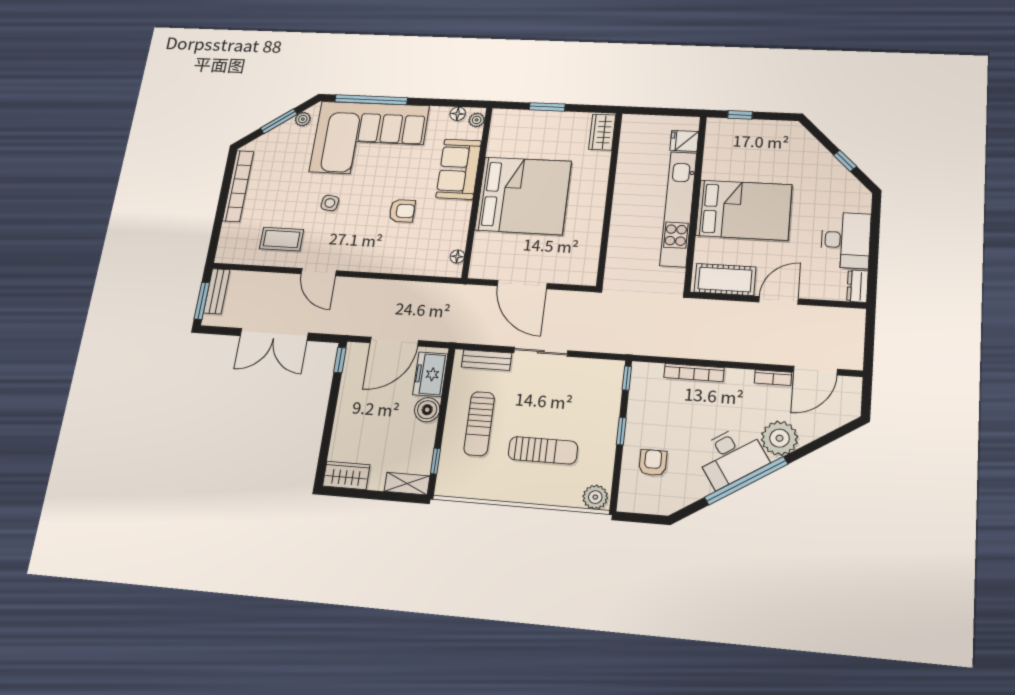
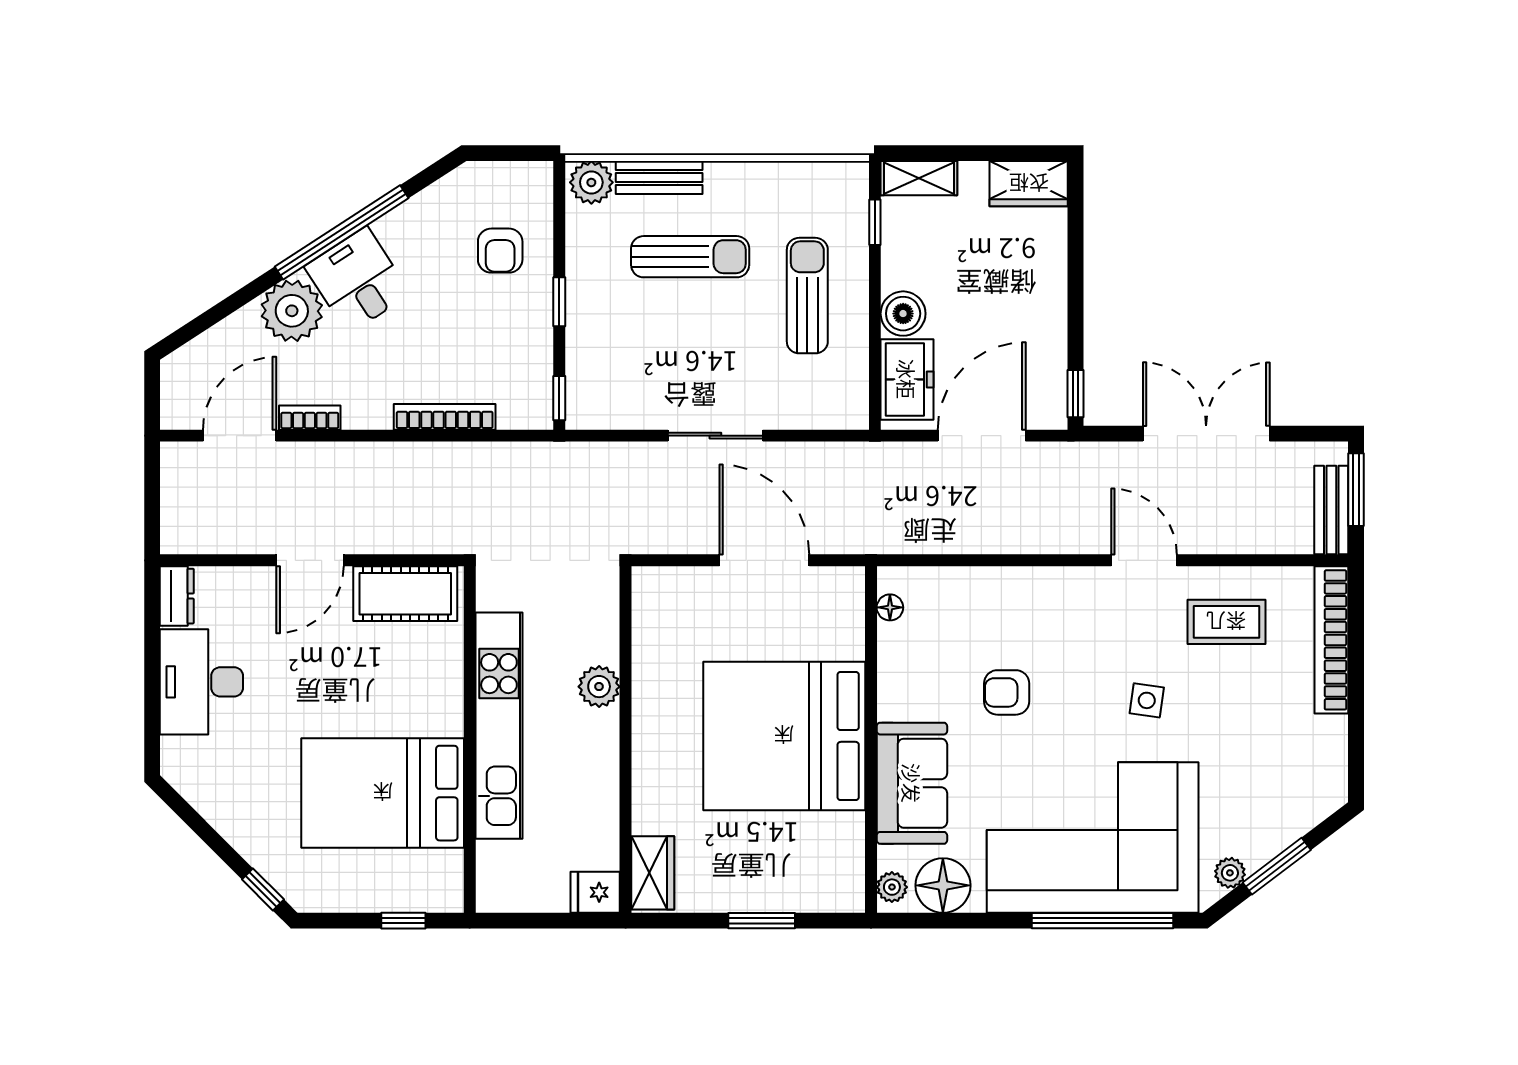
floor lamp: (458, 114) -> (943, 885), width x1.89, depth x1.89
fridge: (684, 141) -> (595, 892), moved, turned 180
window: (845, 161) -> (263, 889), moved
bookcase: (238, 186) -> (1331, 640), moved
bed: (744, 210) -> (383, 793), moved
plant: (621, 226) -> (599, 687), added
bench: (487, 360) -> (659, 177), moved
sun lounger: (543, 450) -> (690, 257), turned 180
desk: (731, 456) -> (358, 280), width x0.73

